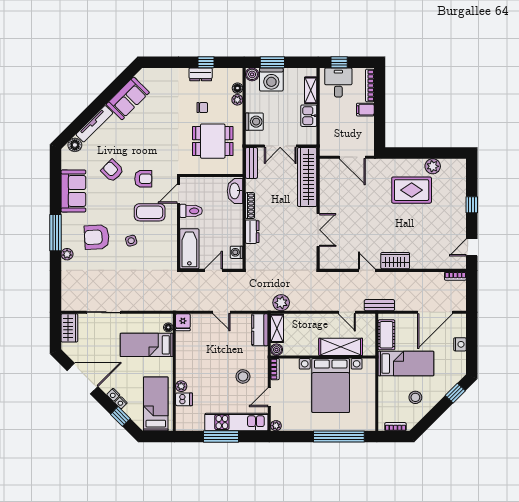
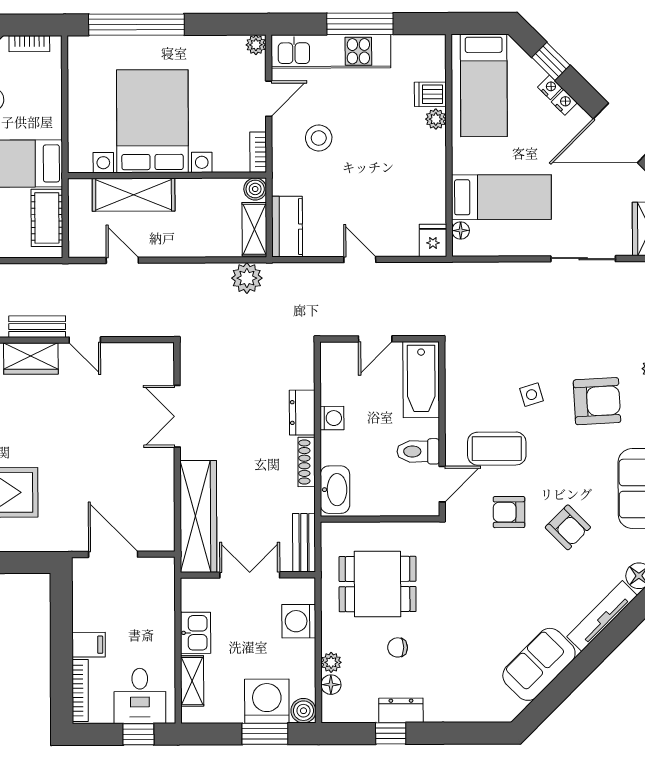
washing machine: (236, 252) -> (332, 418), moved
bench: (379, 305) -> (37, 327), moved

